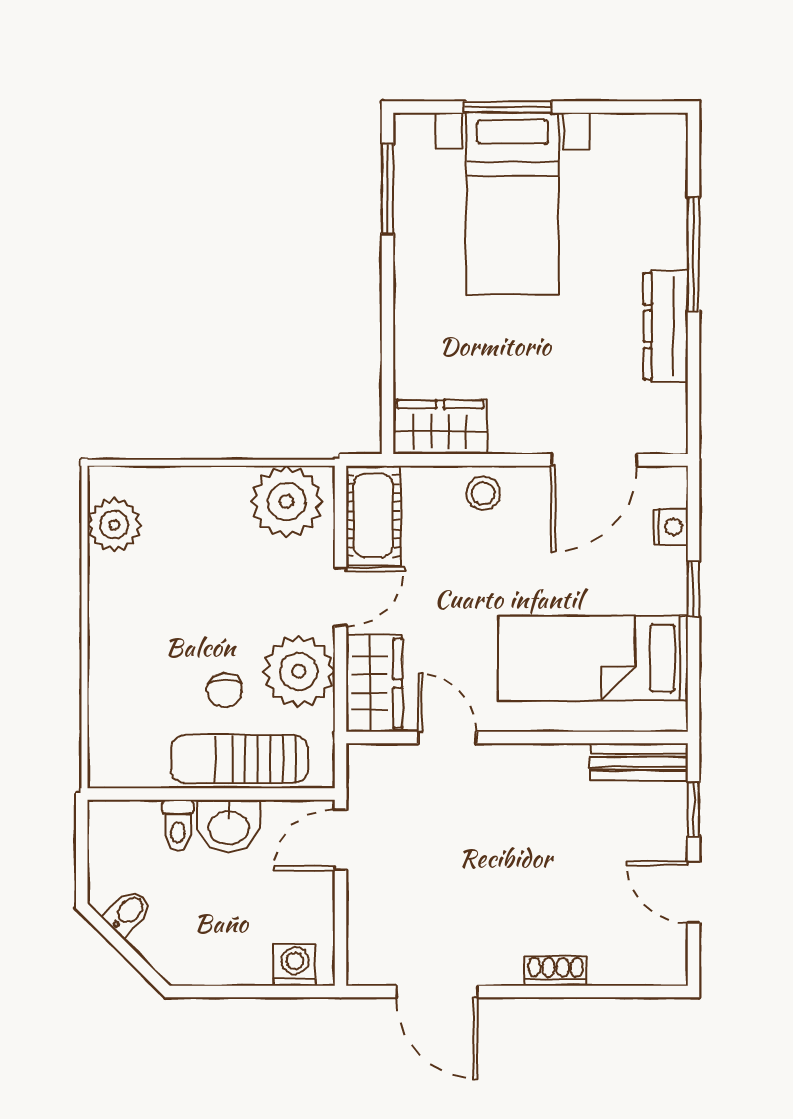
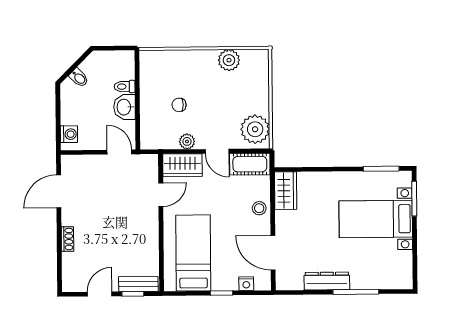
window: (508, 107) -> (414, 199), moved
plant: (114, 525) -> (229, 60), moved
plant: (299, 671) -> (187, 141), width x0.53, depth x0.53
sun lounger: (240, 759) -> (151, 111), removed
bench: (639, 762) -> (138, 284), moved, turned 90
bidet: (128, 912) -> (79, 78), moved

